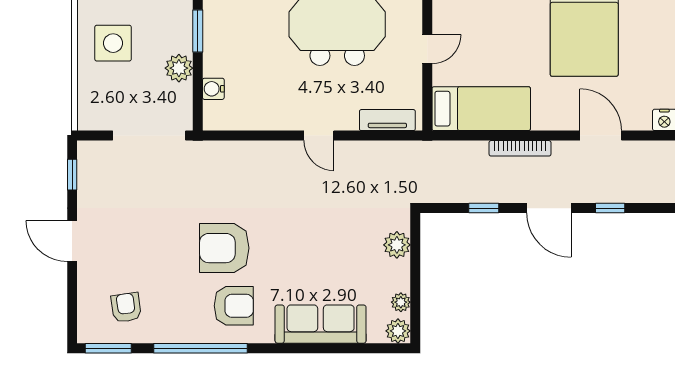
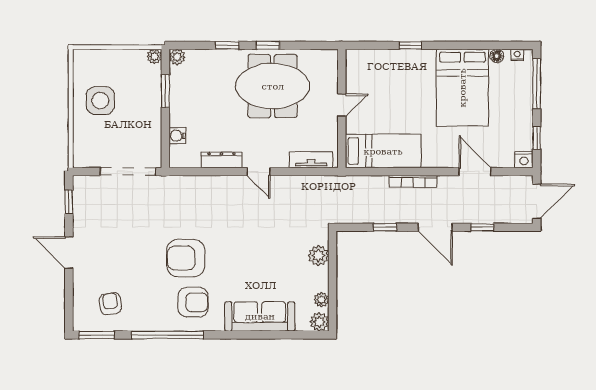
plant: (179, 68) -> (151, 120), removed
dresser: (271, 120) -> (221, 160), added

